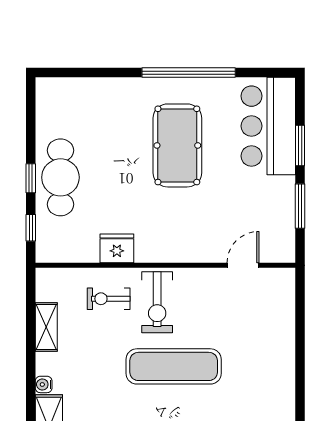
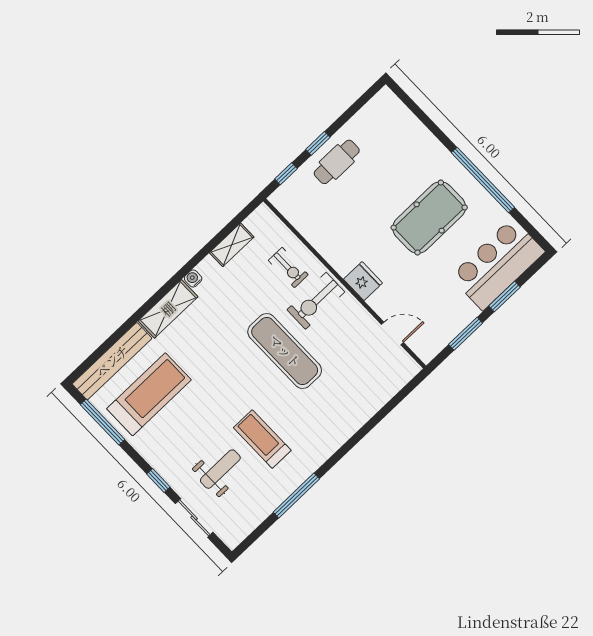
cafe table: (60, 177) -> (337, 162), width x0.73, depth x0.74
fridge: (117, 248) -> (363, 281), moved
exercise bike: (109, 299) -> (288, 268), turned 180

